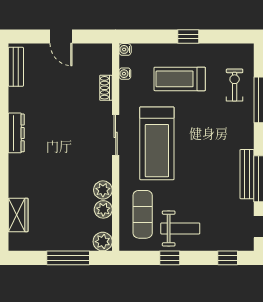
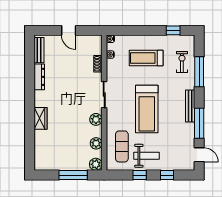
window: (188, 37) -> (173, 30), moved
dresser: (16, 133) -> (39, 77), moved
treadmill: (157, 143) -> (147, 109), moved
bench: (247, 174) -> (190, 106), moved
plant: (103, 190) -> (96, 119), moved
wardrobe: (18, 215) -> (40, 118), moved
window: (228, 258) -> (167, 175), moved

